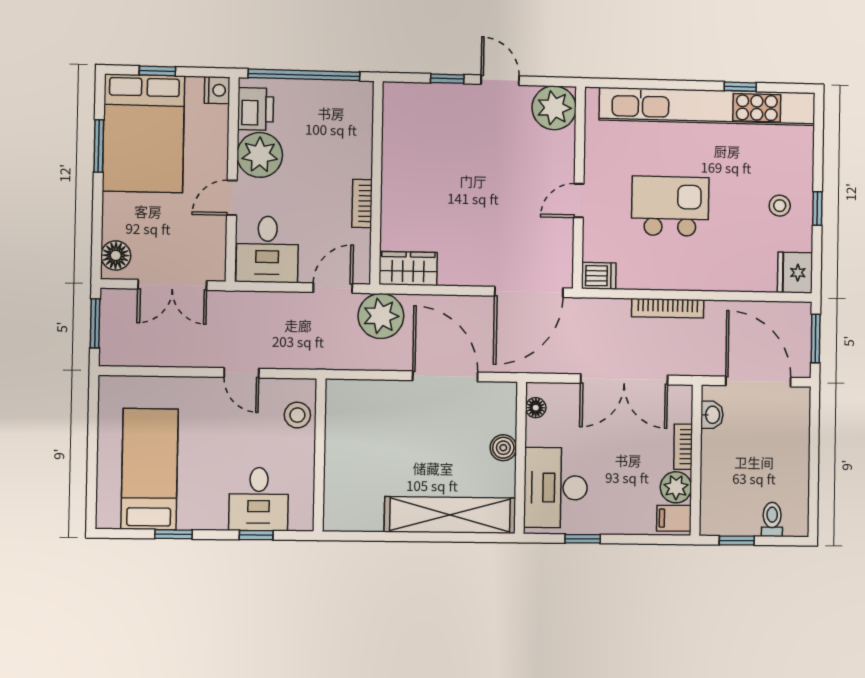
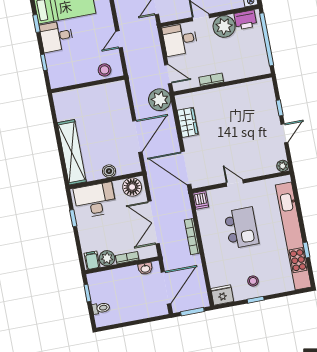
plant: (554, 108) -> (283, 166), width x0.53, depth x0.53
wardrobe: (408, 269) -> (188, 122), moved
floor lamp: (536, 408) -> (132, 187), width x1.89, depth x1.89
desk: (259, 499) -> (57, 36), moved

